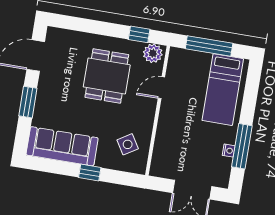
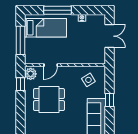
door: (161, 88) -> (51, 65), hinge flipped
window: (242, 146) -> (58, 10), moved

